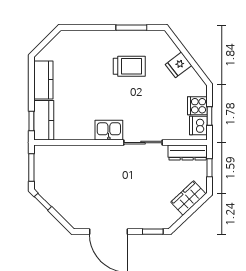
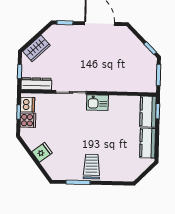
trolley: (129, 66) -> (92, 166), moved, turned 90

